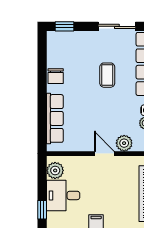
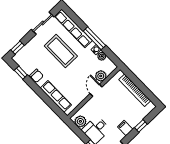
window: (42, 57) -> (21, 73), added
coffee table: (107, 75) -> (61, 51), width x1.86, depth x1.72
door: (104, 154) -> (96, 90), hinge flipped

